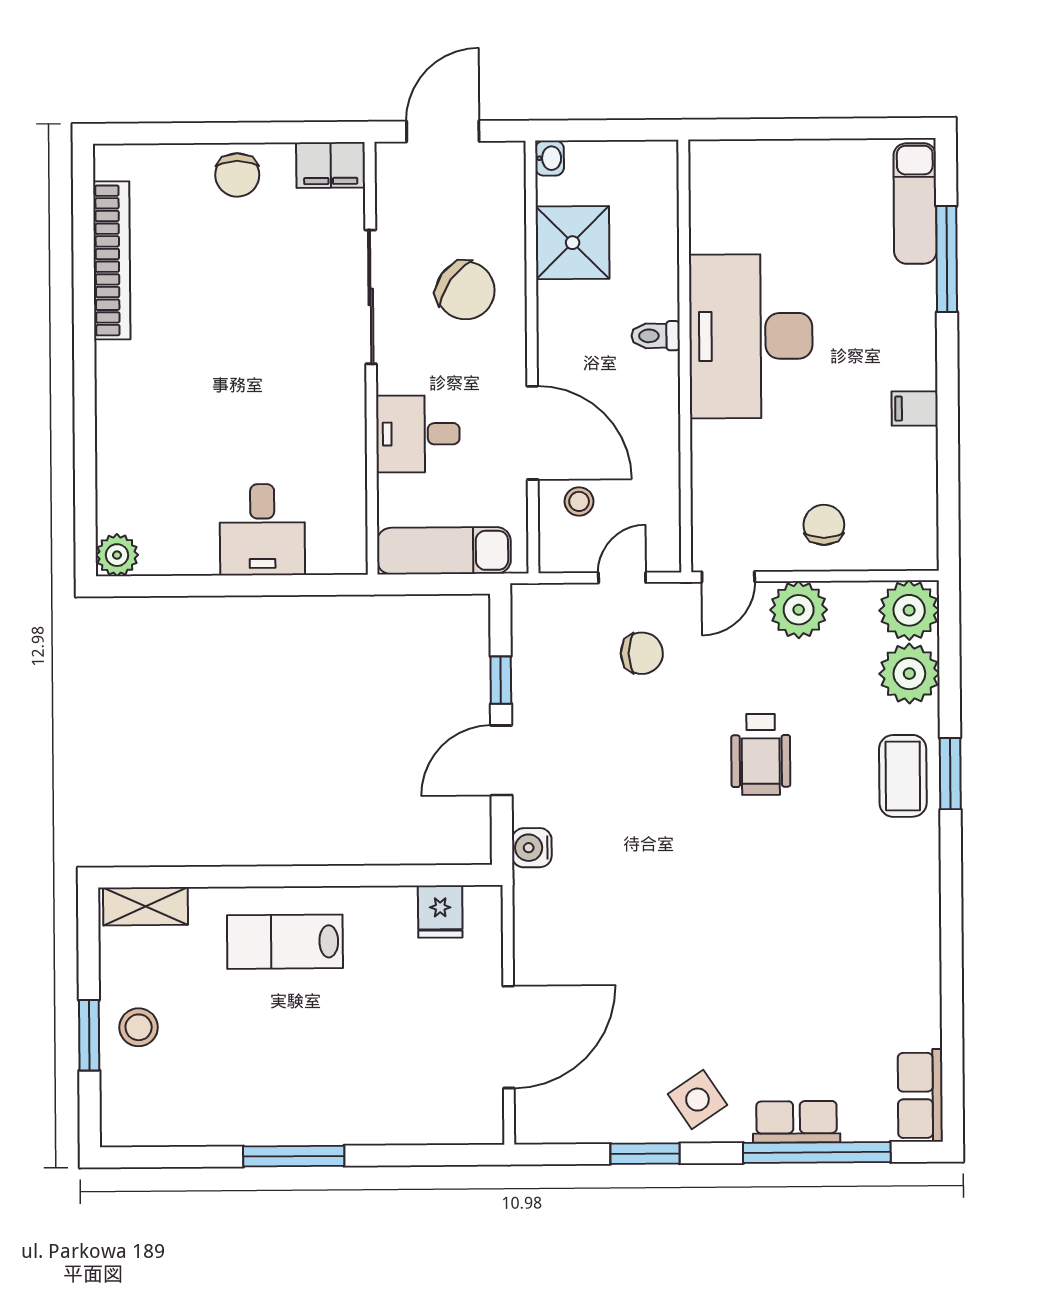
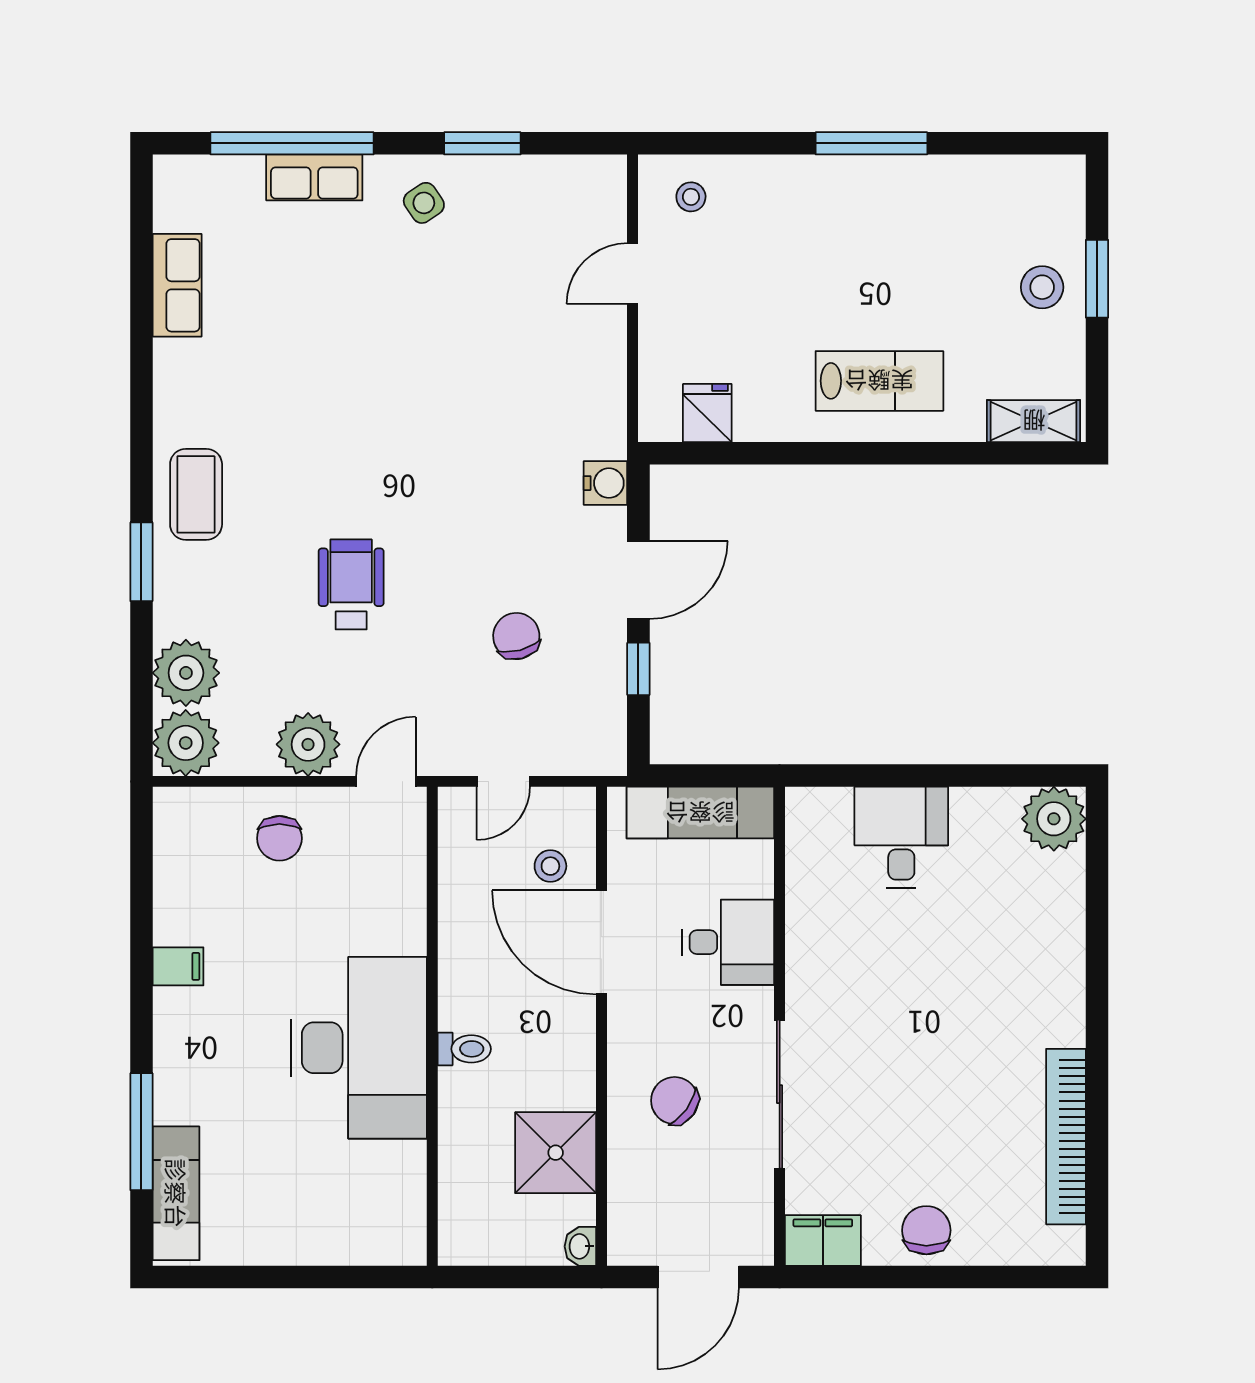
chair: (465, 290) -> (675, 1101), width x0.73, depth x0.73
plant: (117, 555) -> (1054, 819), width x1.36, depth x1.36
chair: (642, 653) -> (516, 636), moved, turned 75
coffee table: (903, 776) -> (196, 494), moved
door: (509, 1037) -> (633, 274), width x0.53
row of seats: (920, 1095) -> (177, 285), moved
side table: (697, 1100) -> (424, 203), width x0.73, depth x0.73
stool: (456, 1107) -> (691, 197), added

